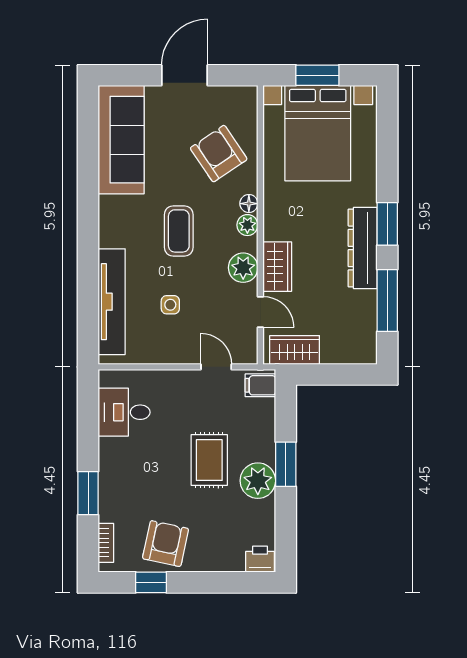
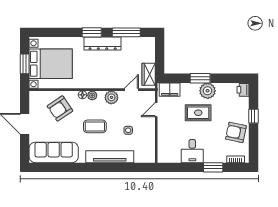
wardrobe: (277, 267) -> (111, 82), removed
tv unit: (112, 302) -> (110, 157), moved
filing cabinet: (260, 385) -> (170, 90), width x2.00
desk: (124, 412) -> (192, 151), moved
window: (151, 582) -> (253, 116), moved

